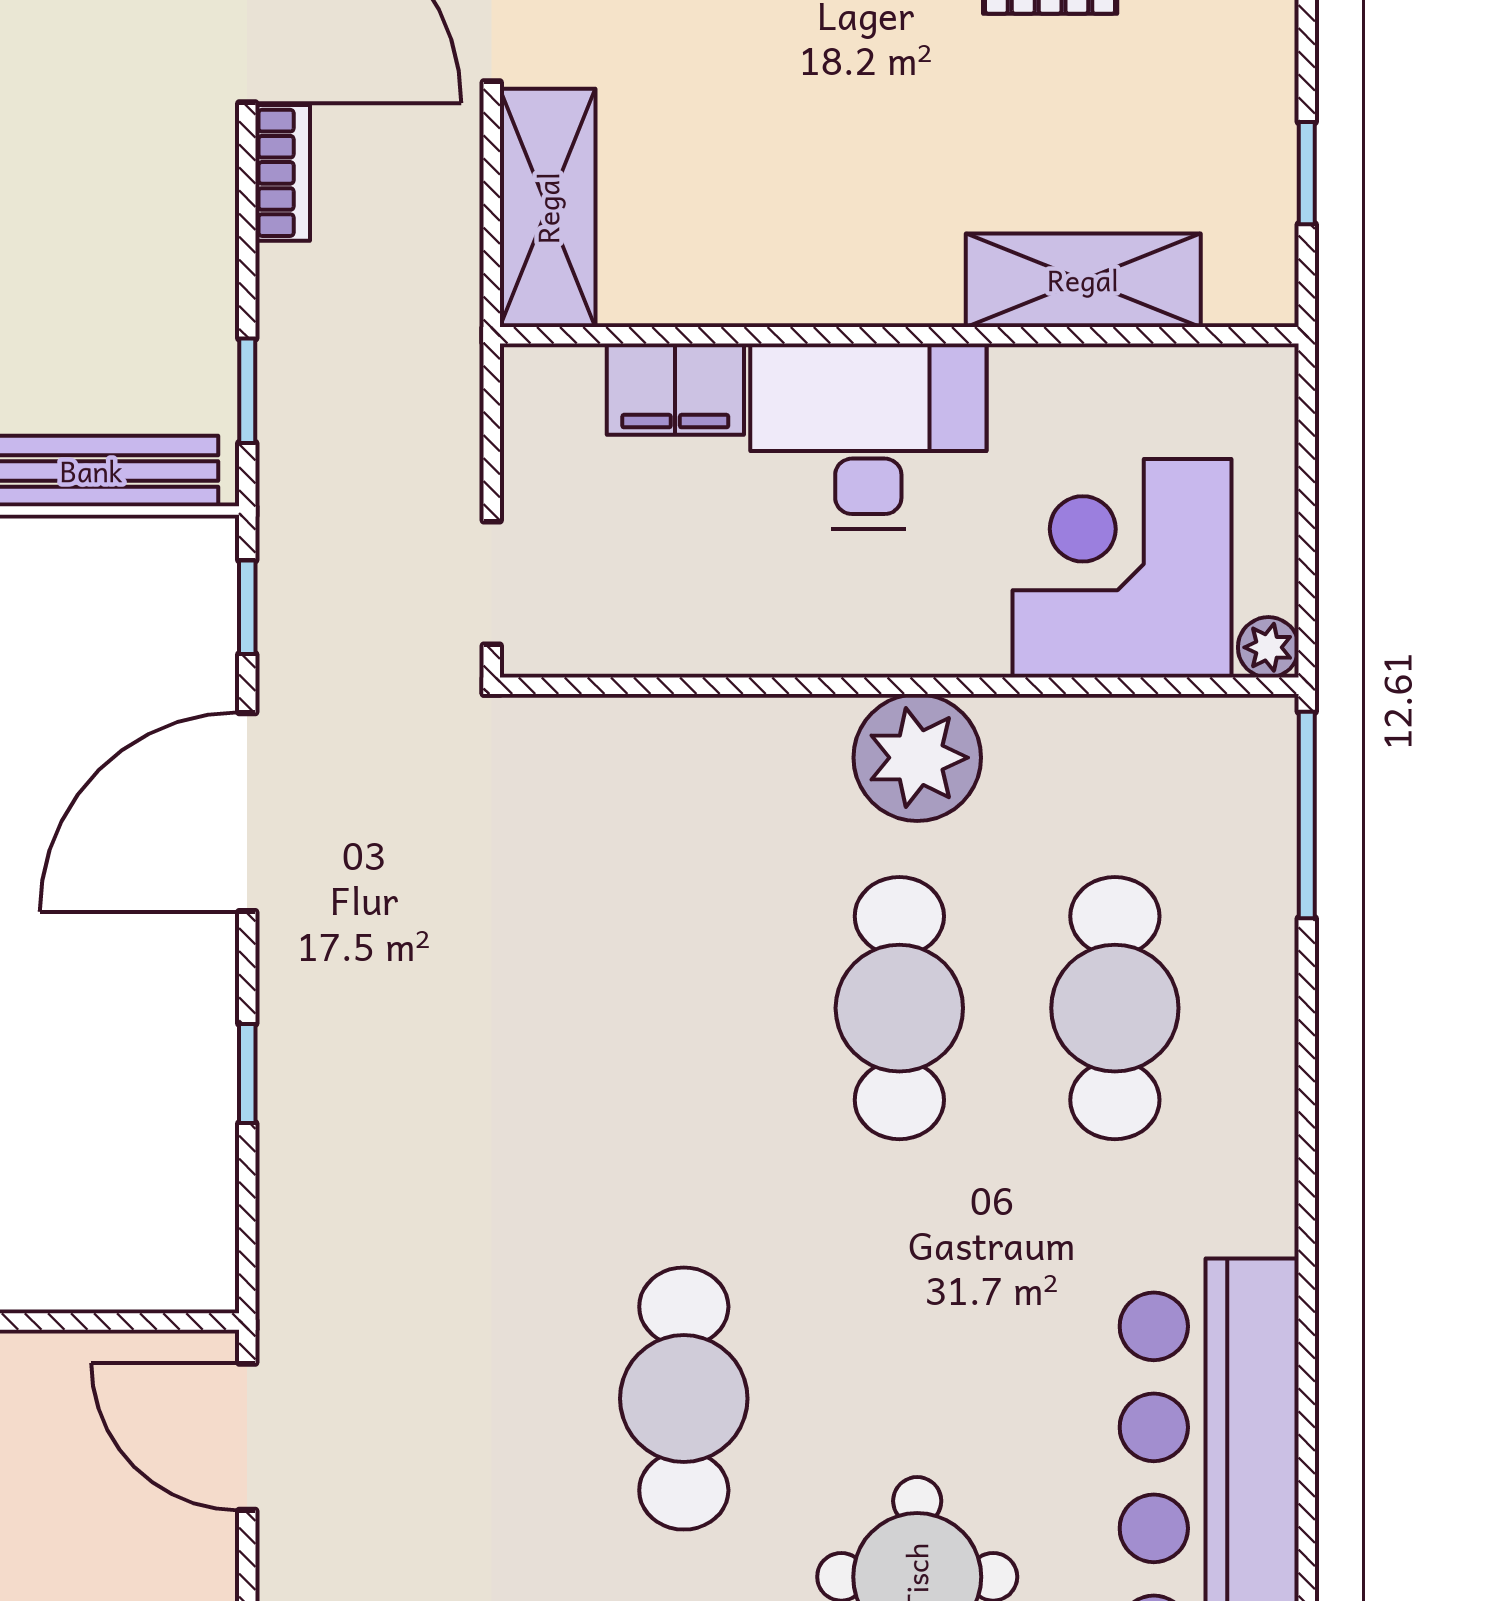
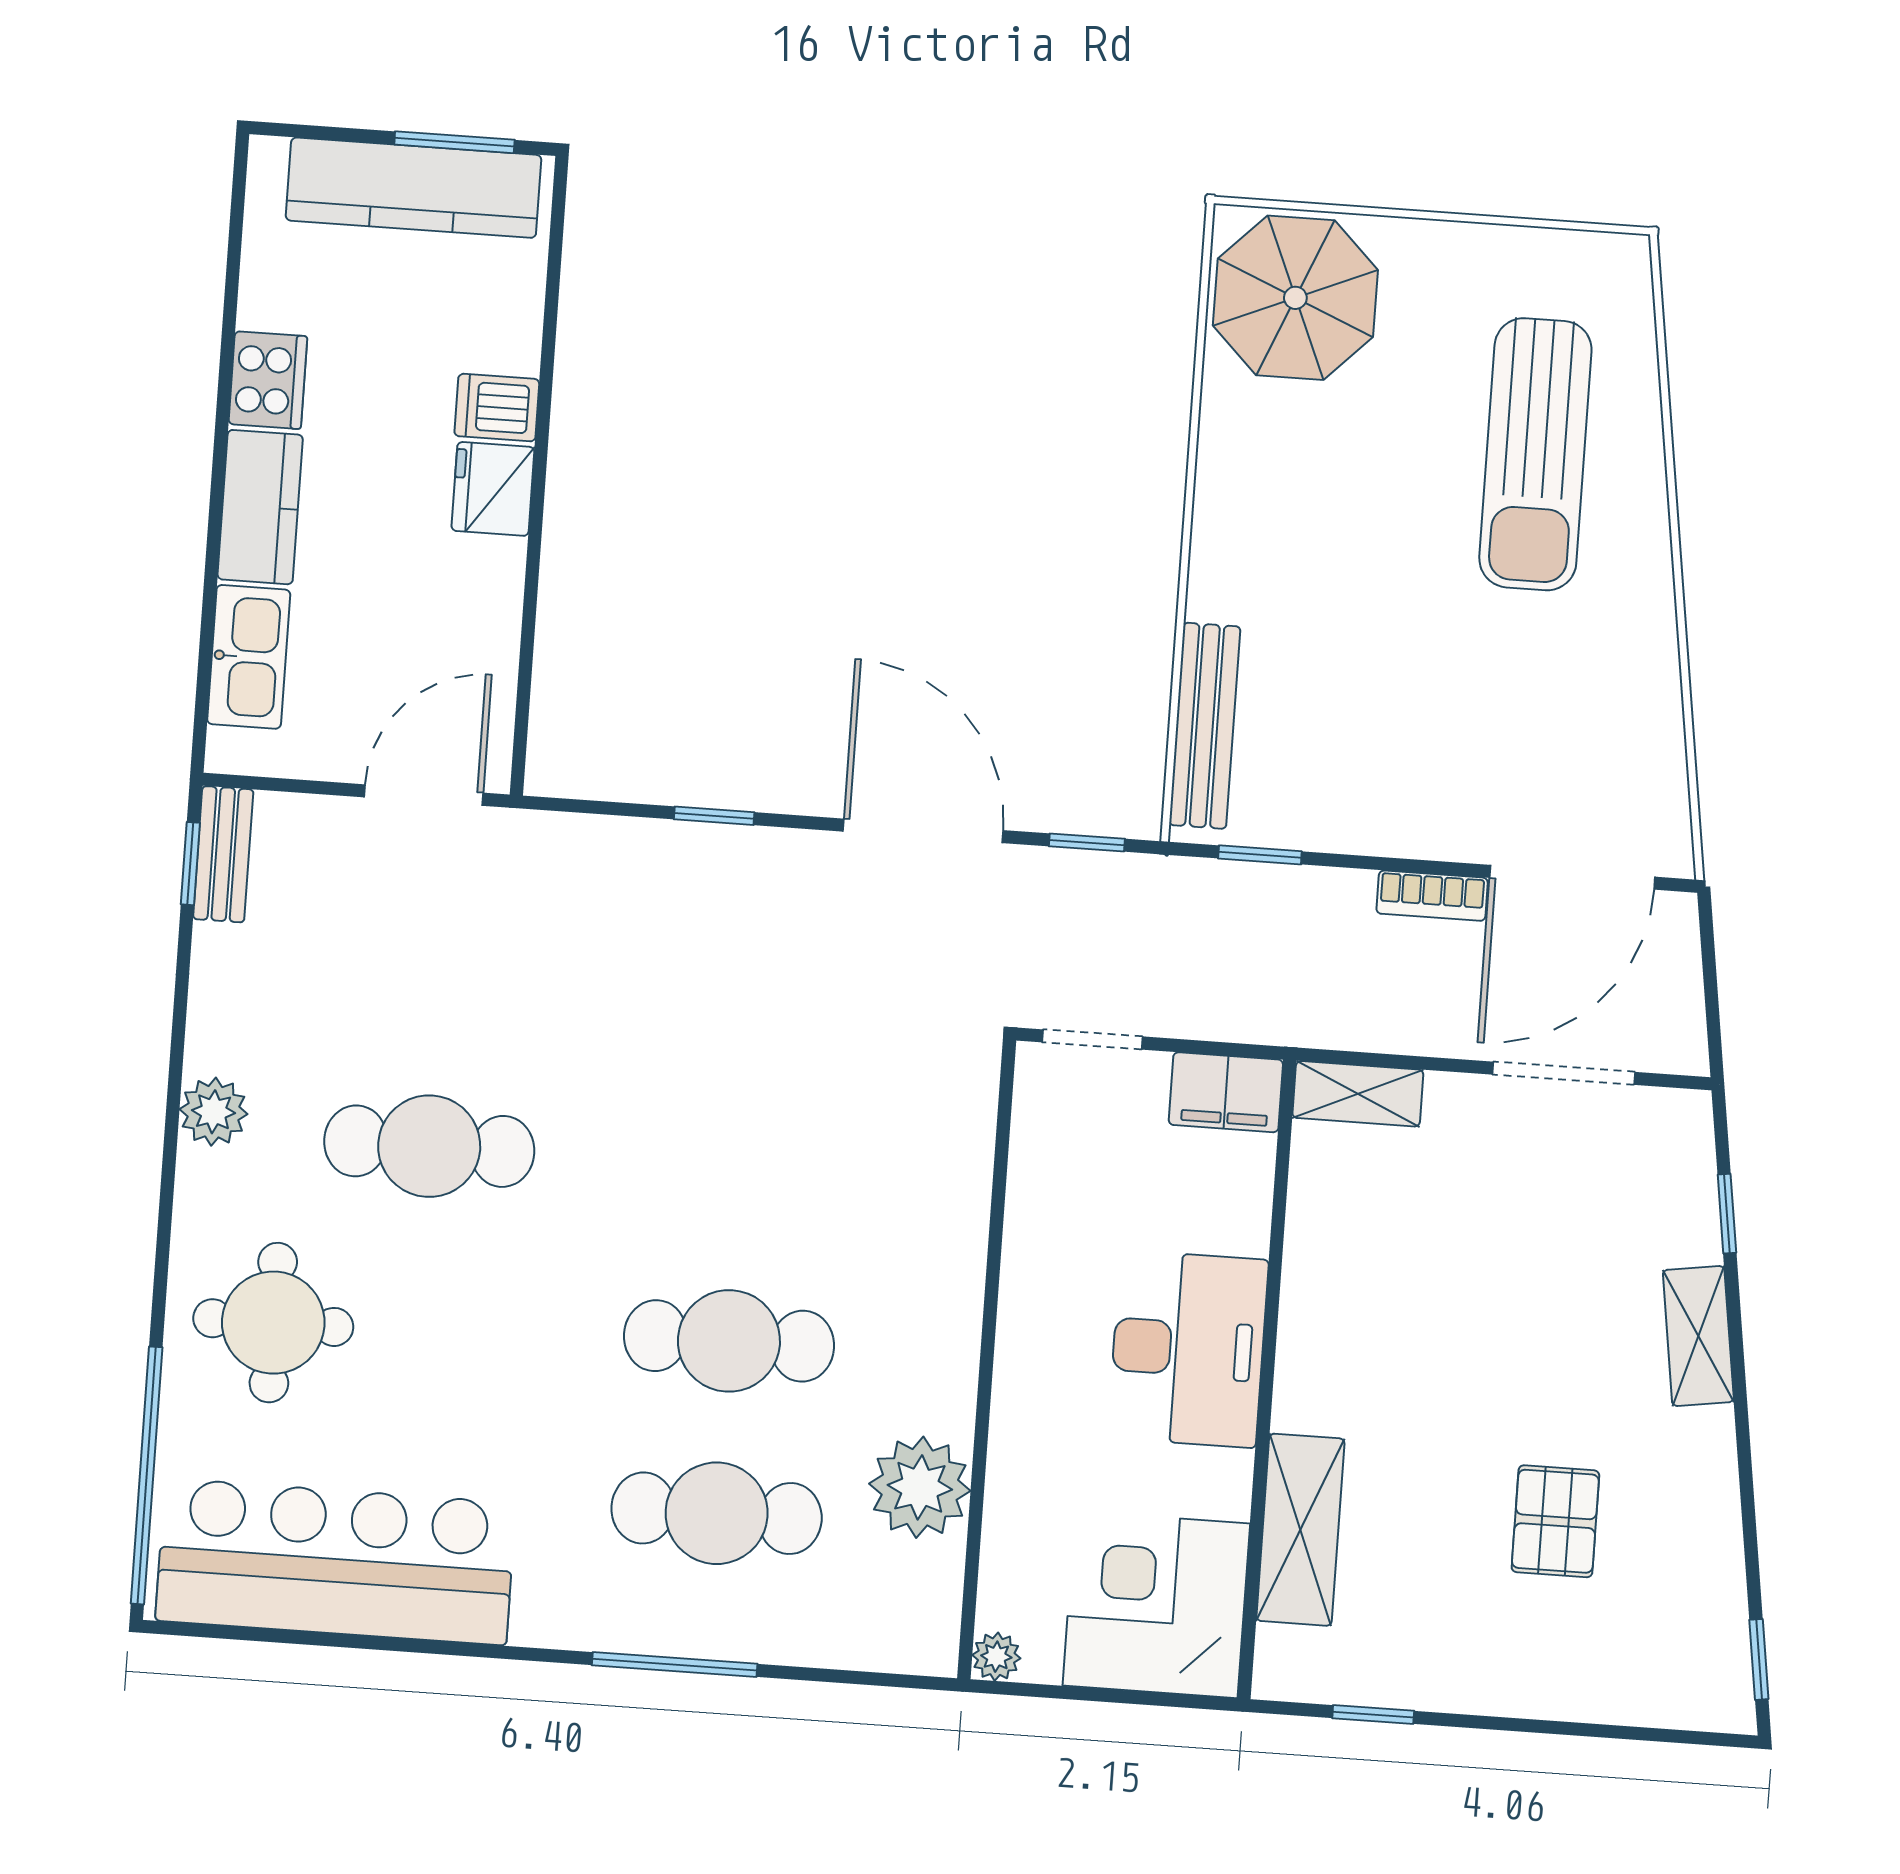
shelving: (548, 208) -> (1358, 1094), width x0.67, depth x0.75
filing cabinet: (675, 389) -> (1226, 1092), moved, turned -90
corner desk: (1122, 568) -> (1156, 1605), moved, turned -90
plant: (917, 758) -> (920, 1487), moved
window: (1307, 815) -> (675, 1664), moved

